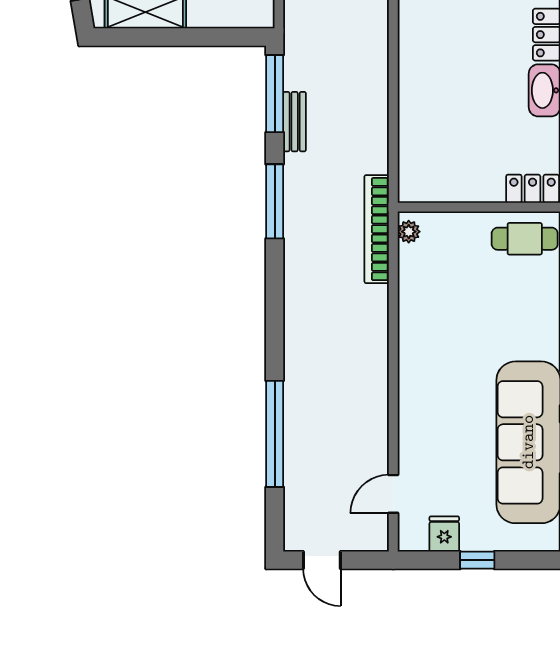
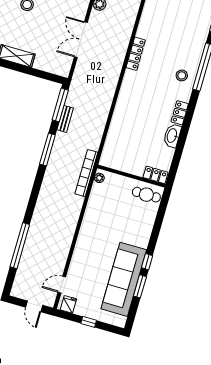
fridge: (444, 534) -> (68, 304), moved
door: (322, 560) -> (34, 306), moved

